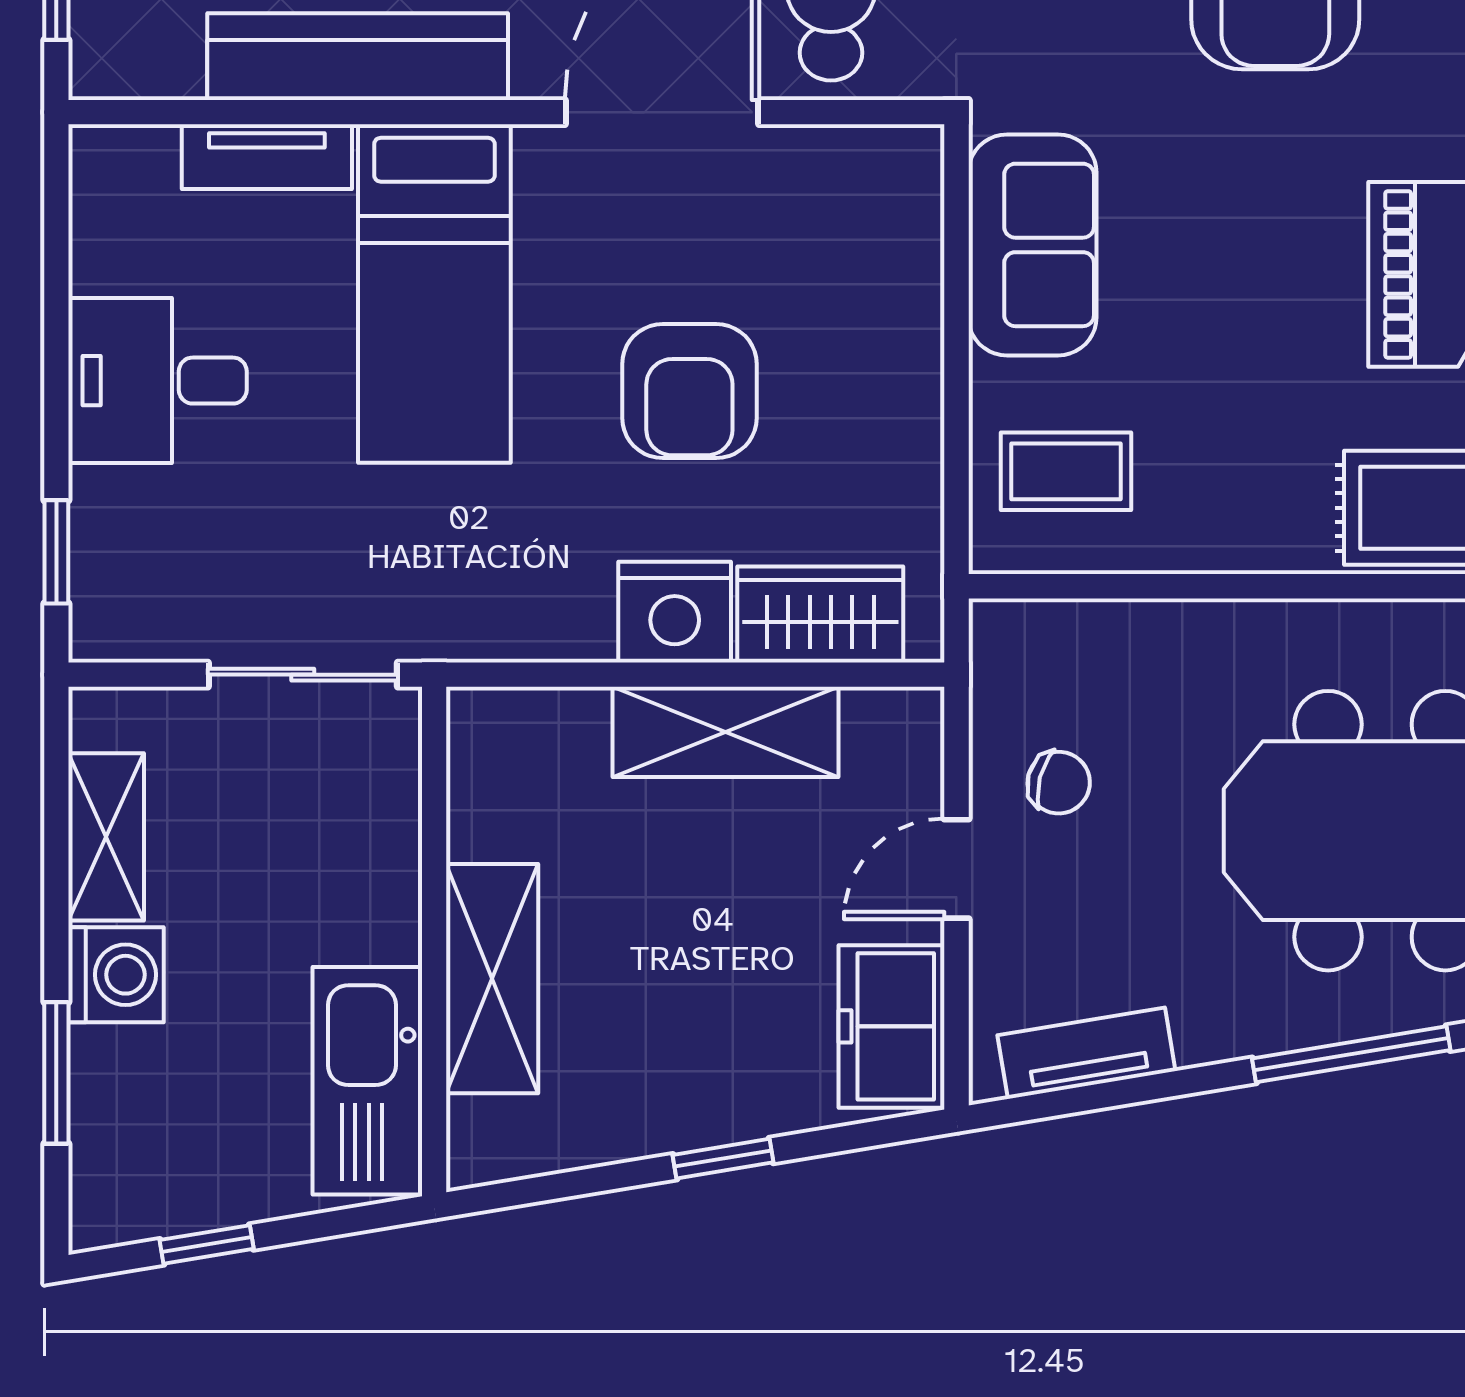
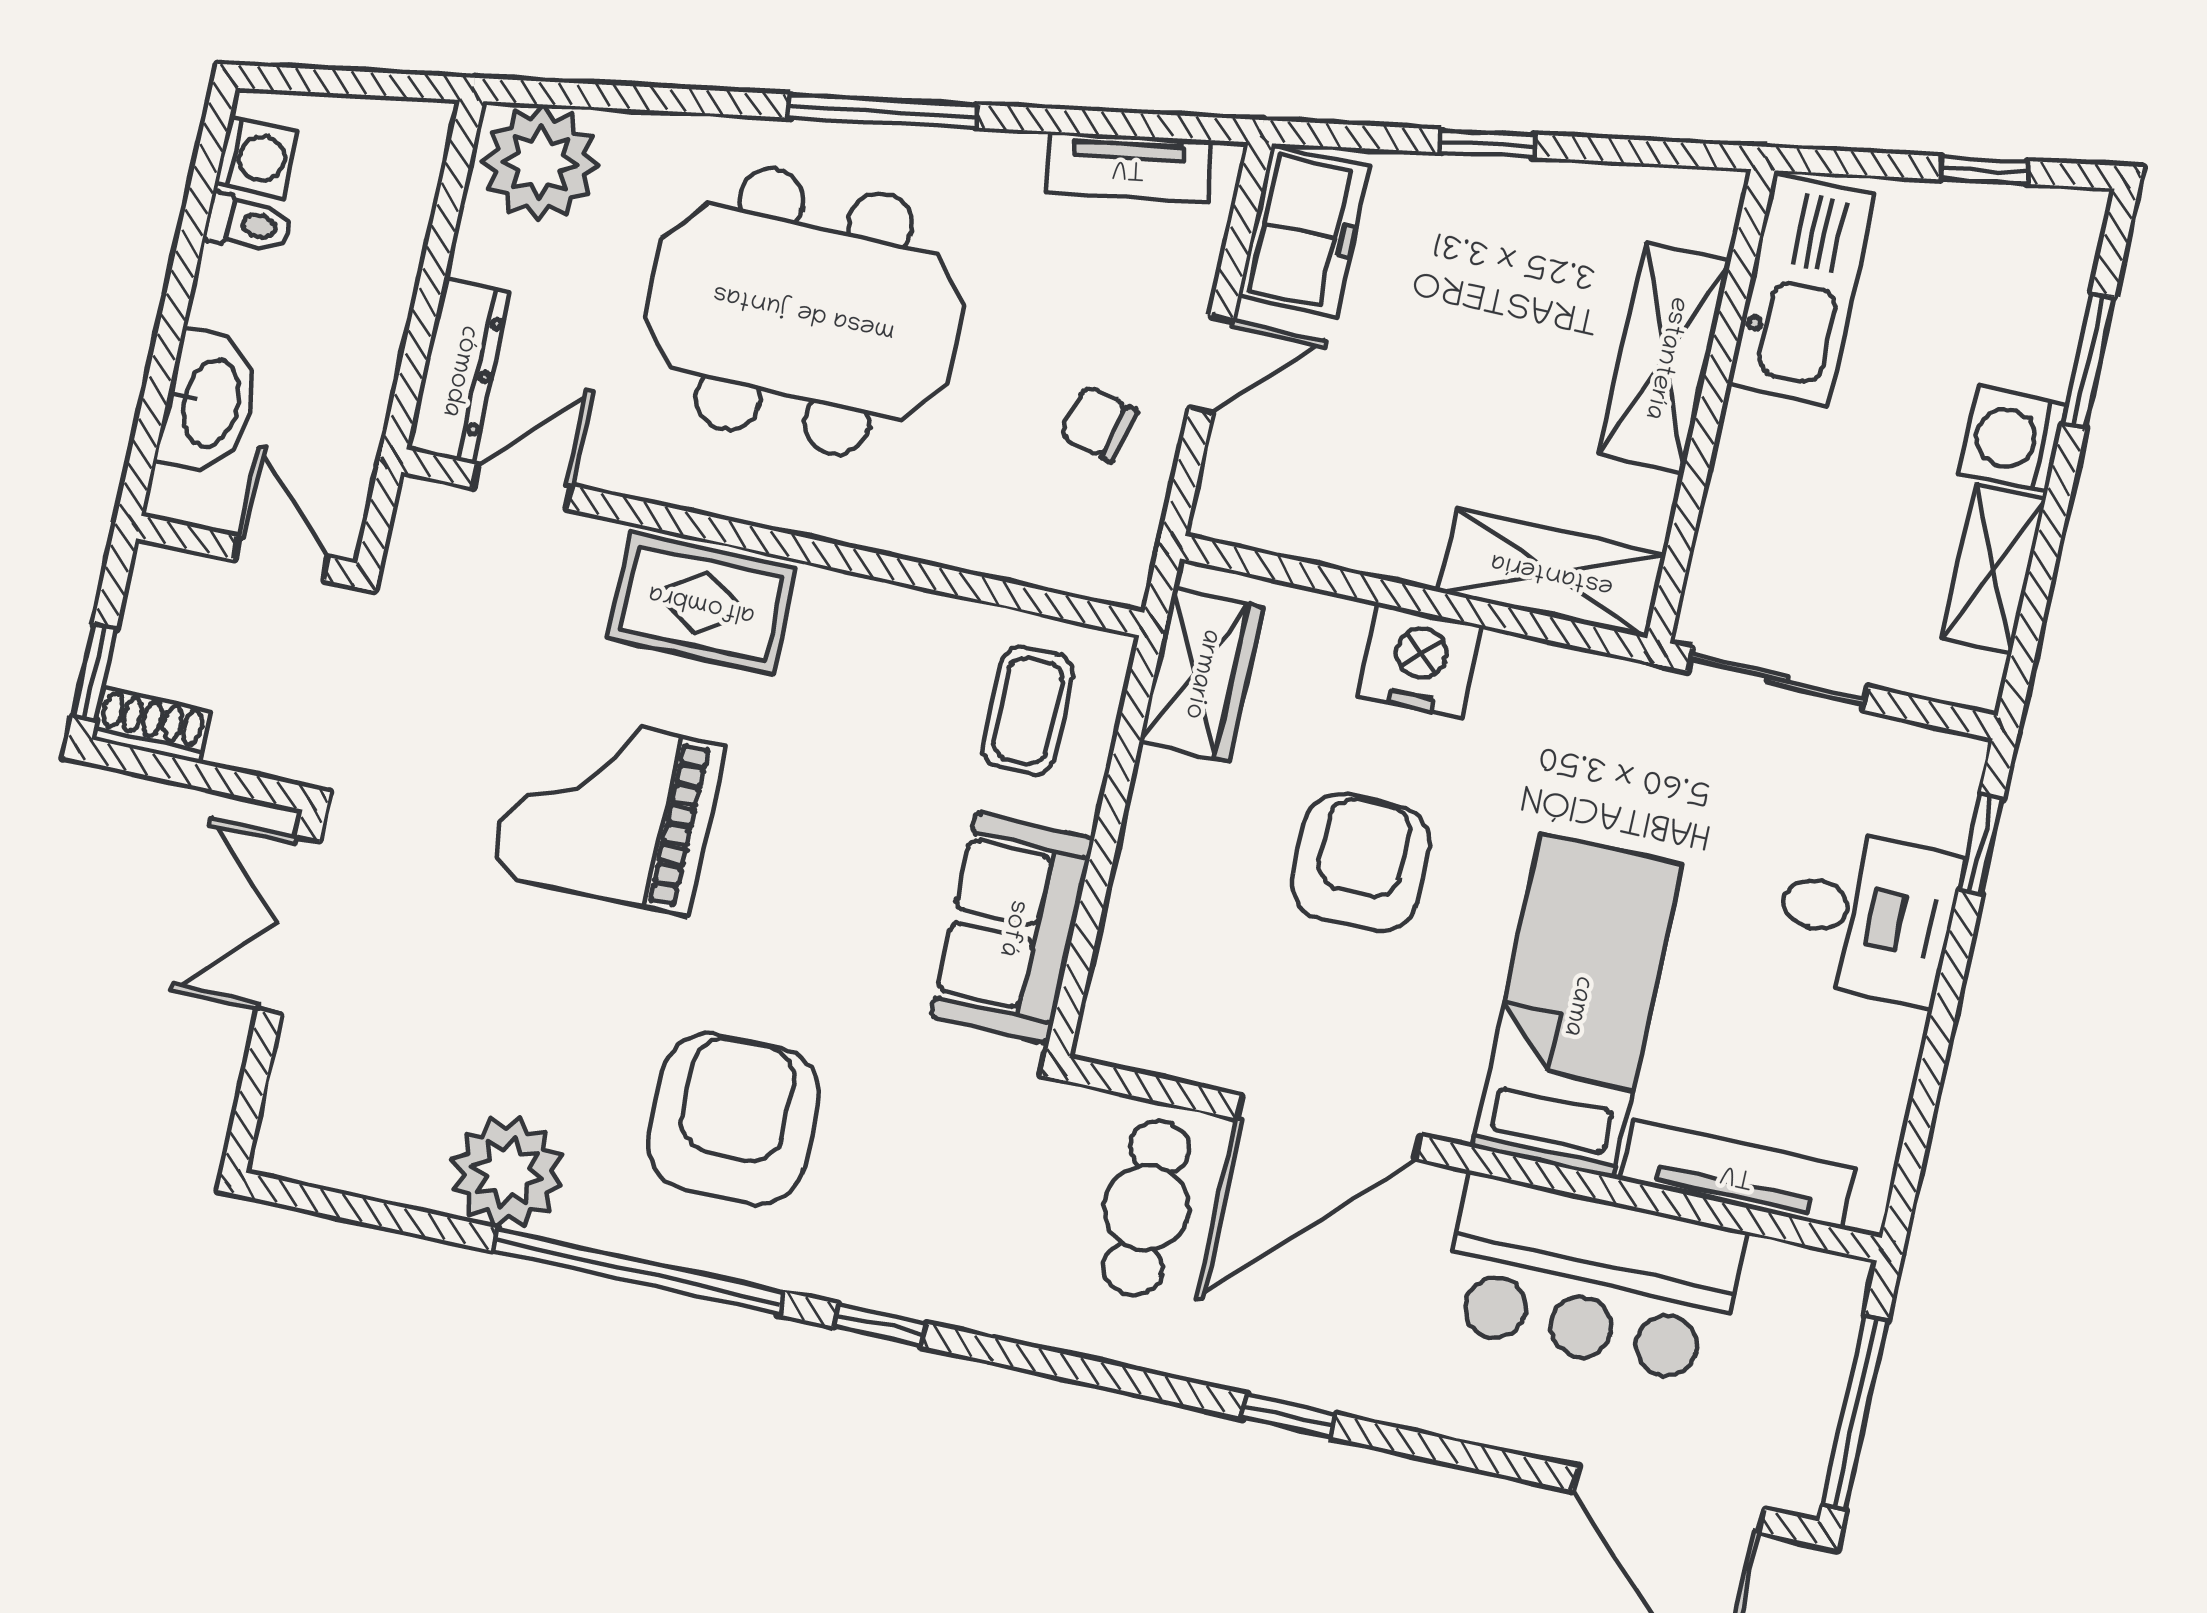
tv unit: (267, 157) -> (1737, 1174), width x1.41
desk: (158, 381) -> (1867, 916), moved
coffee table: (1066, 471) -> (1028, 711), turned 90
wardrobe: (820, 615) -> (1201, 674), moved, turned -90
shelving: (725, 732) -> (1552, 573), moved

